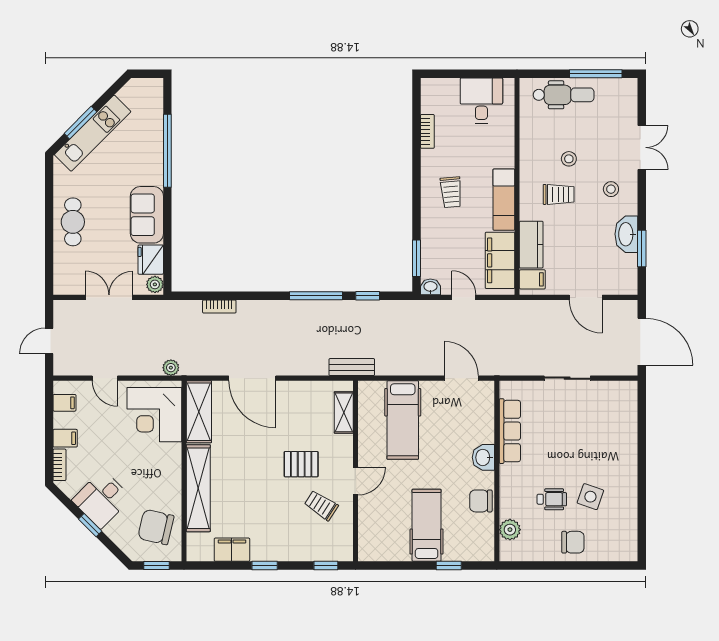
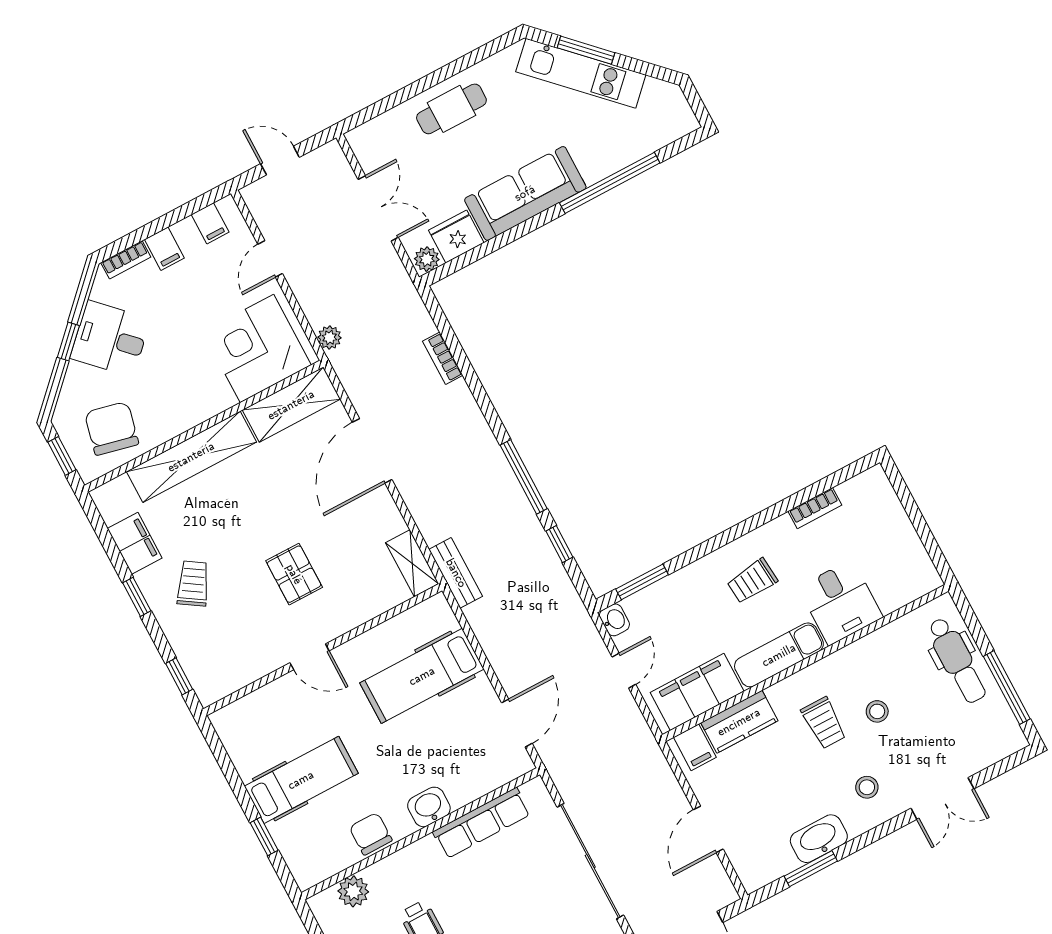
desk: (481, 101) -> (840, 602), moved, turned 90
sofa: (147, 215) -> (525, 193), width x1.36
sliding door: (567, 378) -> (590, 861), width x1.86
shelving: (344, 412) -> (412, 563), moved, turned 90
trolley: (321, 505) -> (193, 583), moved

